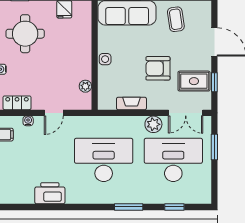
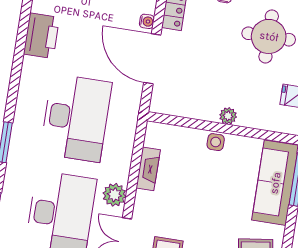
armchair: (158, 68) -> (191, 214), removed
plant: (85, 86) -> (228, 116), moved
door: (54, 113) -> (152, 59), width x1.88

